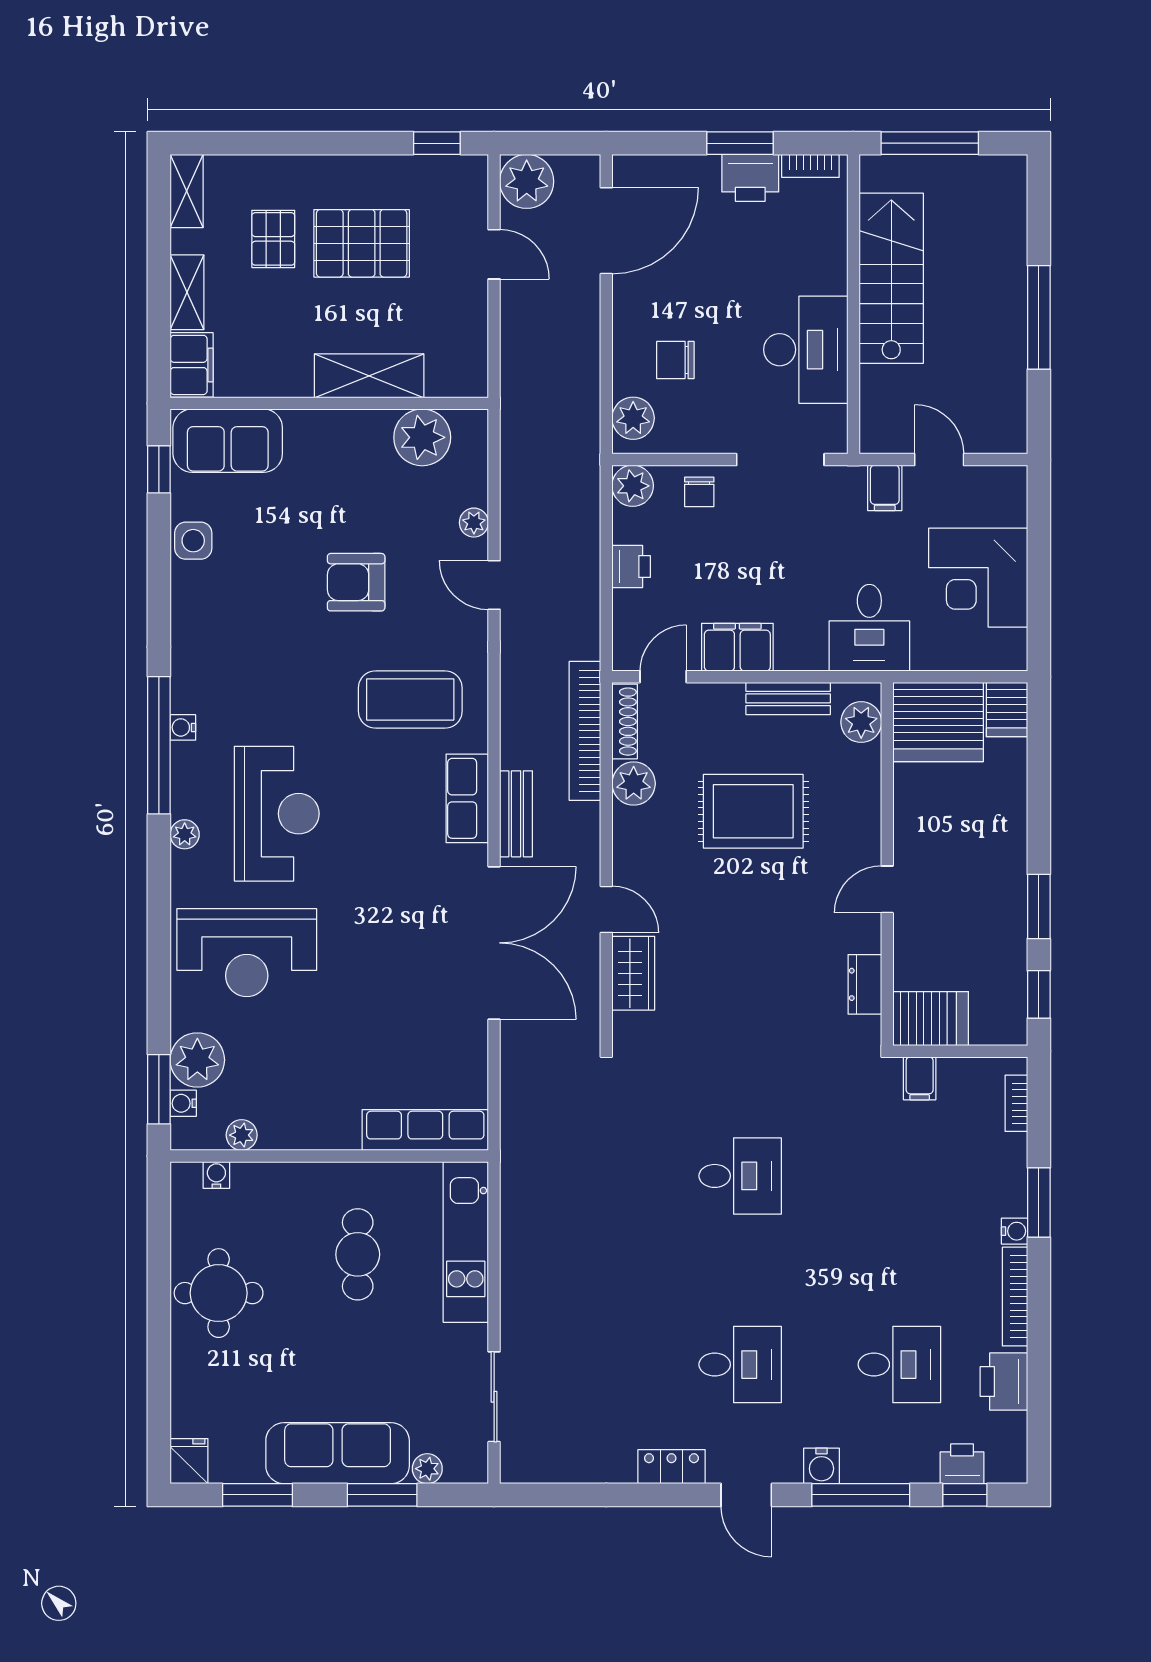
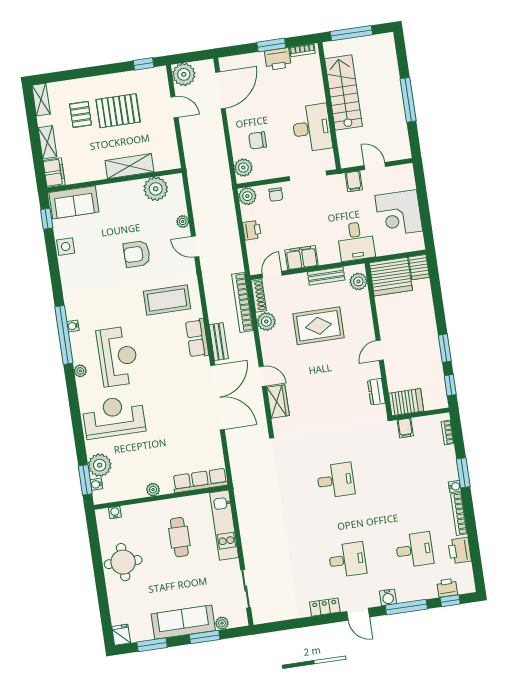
reception desk: (247, 953) -> (114, 417), turned 180
plant: (242, 1135) -> (153, 490), moved

